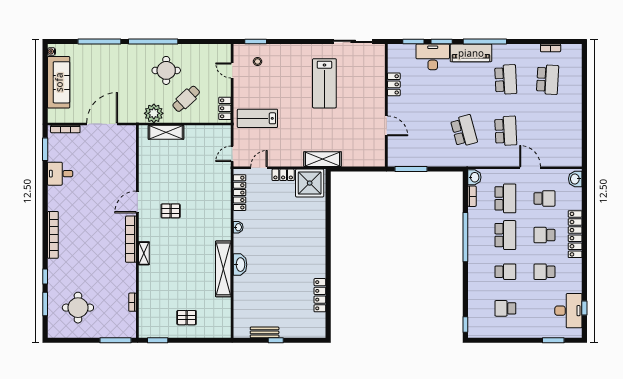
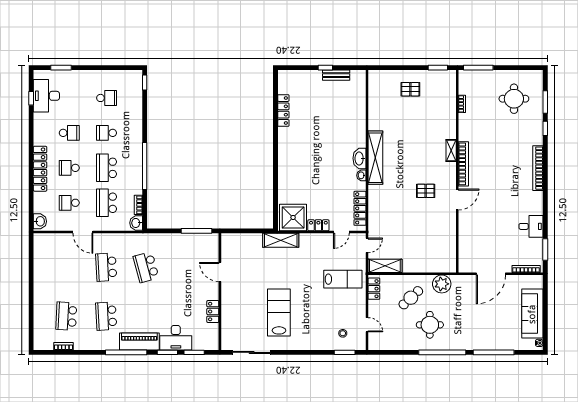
shelving: (166, 132) -> (385, 266), moved
school desk: (544, 235) -> (69, 168), turned 180
washbasin: (240, 265) -> (359, 158), moved
shelving: (223, 269) -> (375, 158), moved

